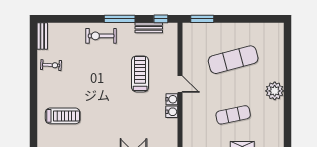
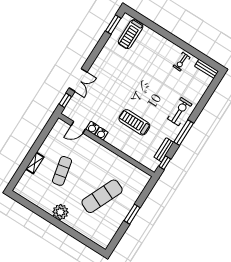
window: (202, 19) -> (132, 214), moved
exercise mat: (233, 60) -> (102, 196), turned 39
treadmill: (140, 74) -> (134, 122), turned 180
door: (180, 84) -> (78, 127), moved
treadmill: (63, 116) -> (131, 34), moved

